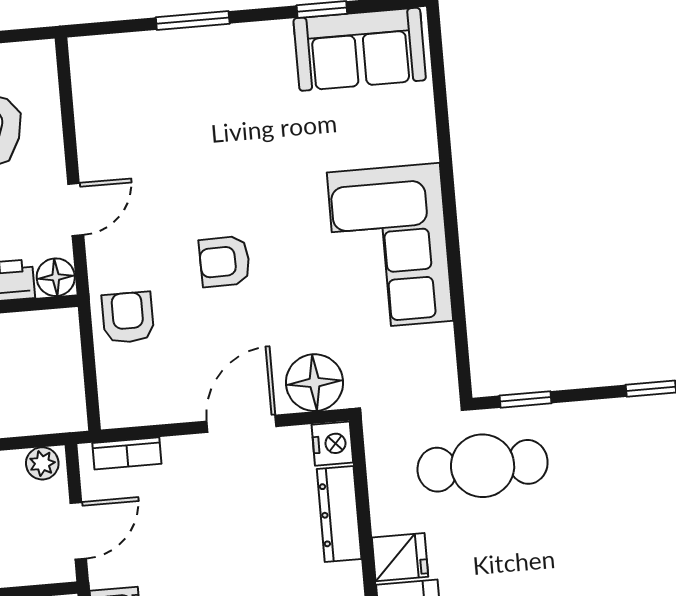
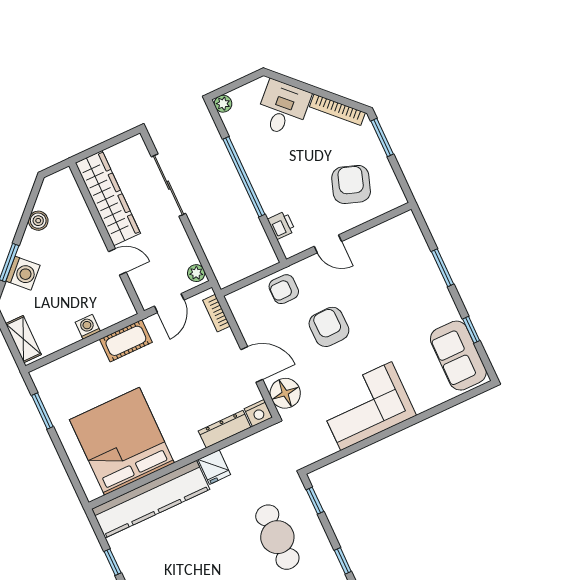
armchair: (225, 261) -> (329, 327), width x1.38, depth x1.38
floor lamp: (56, 277) -> (291, 246), removed
armchair: (128, 318) -> (284, 289), turned 180
cafe table: (483, 466) -> (277, 537), moved
door: (78, 531) -> (169, 303), hinge flipped

